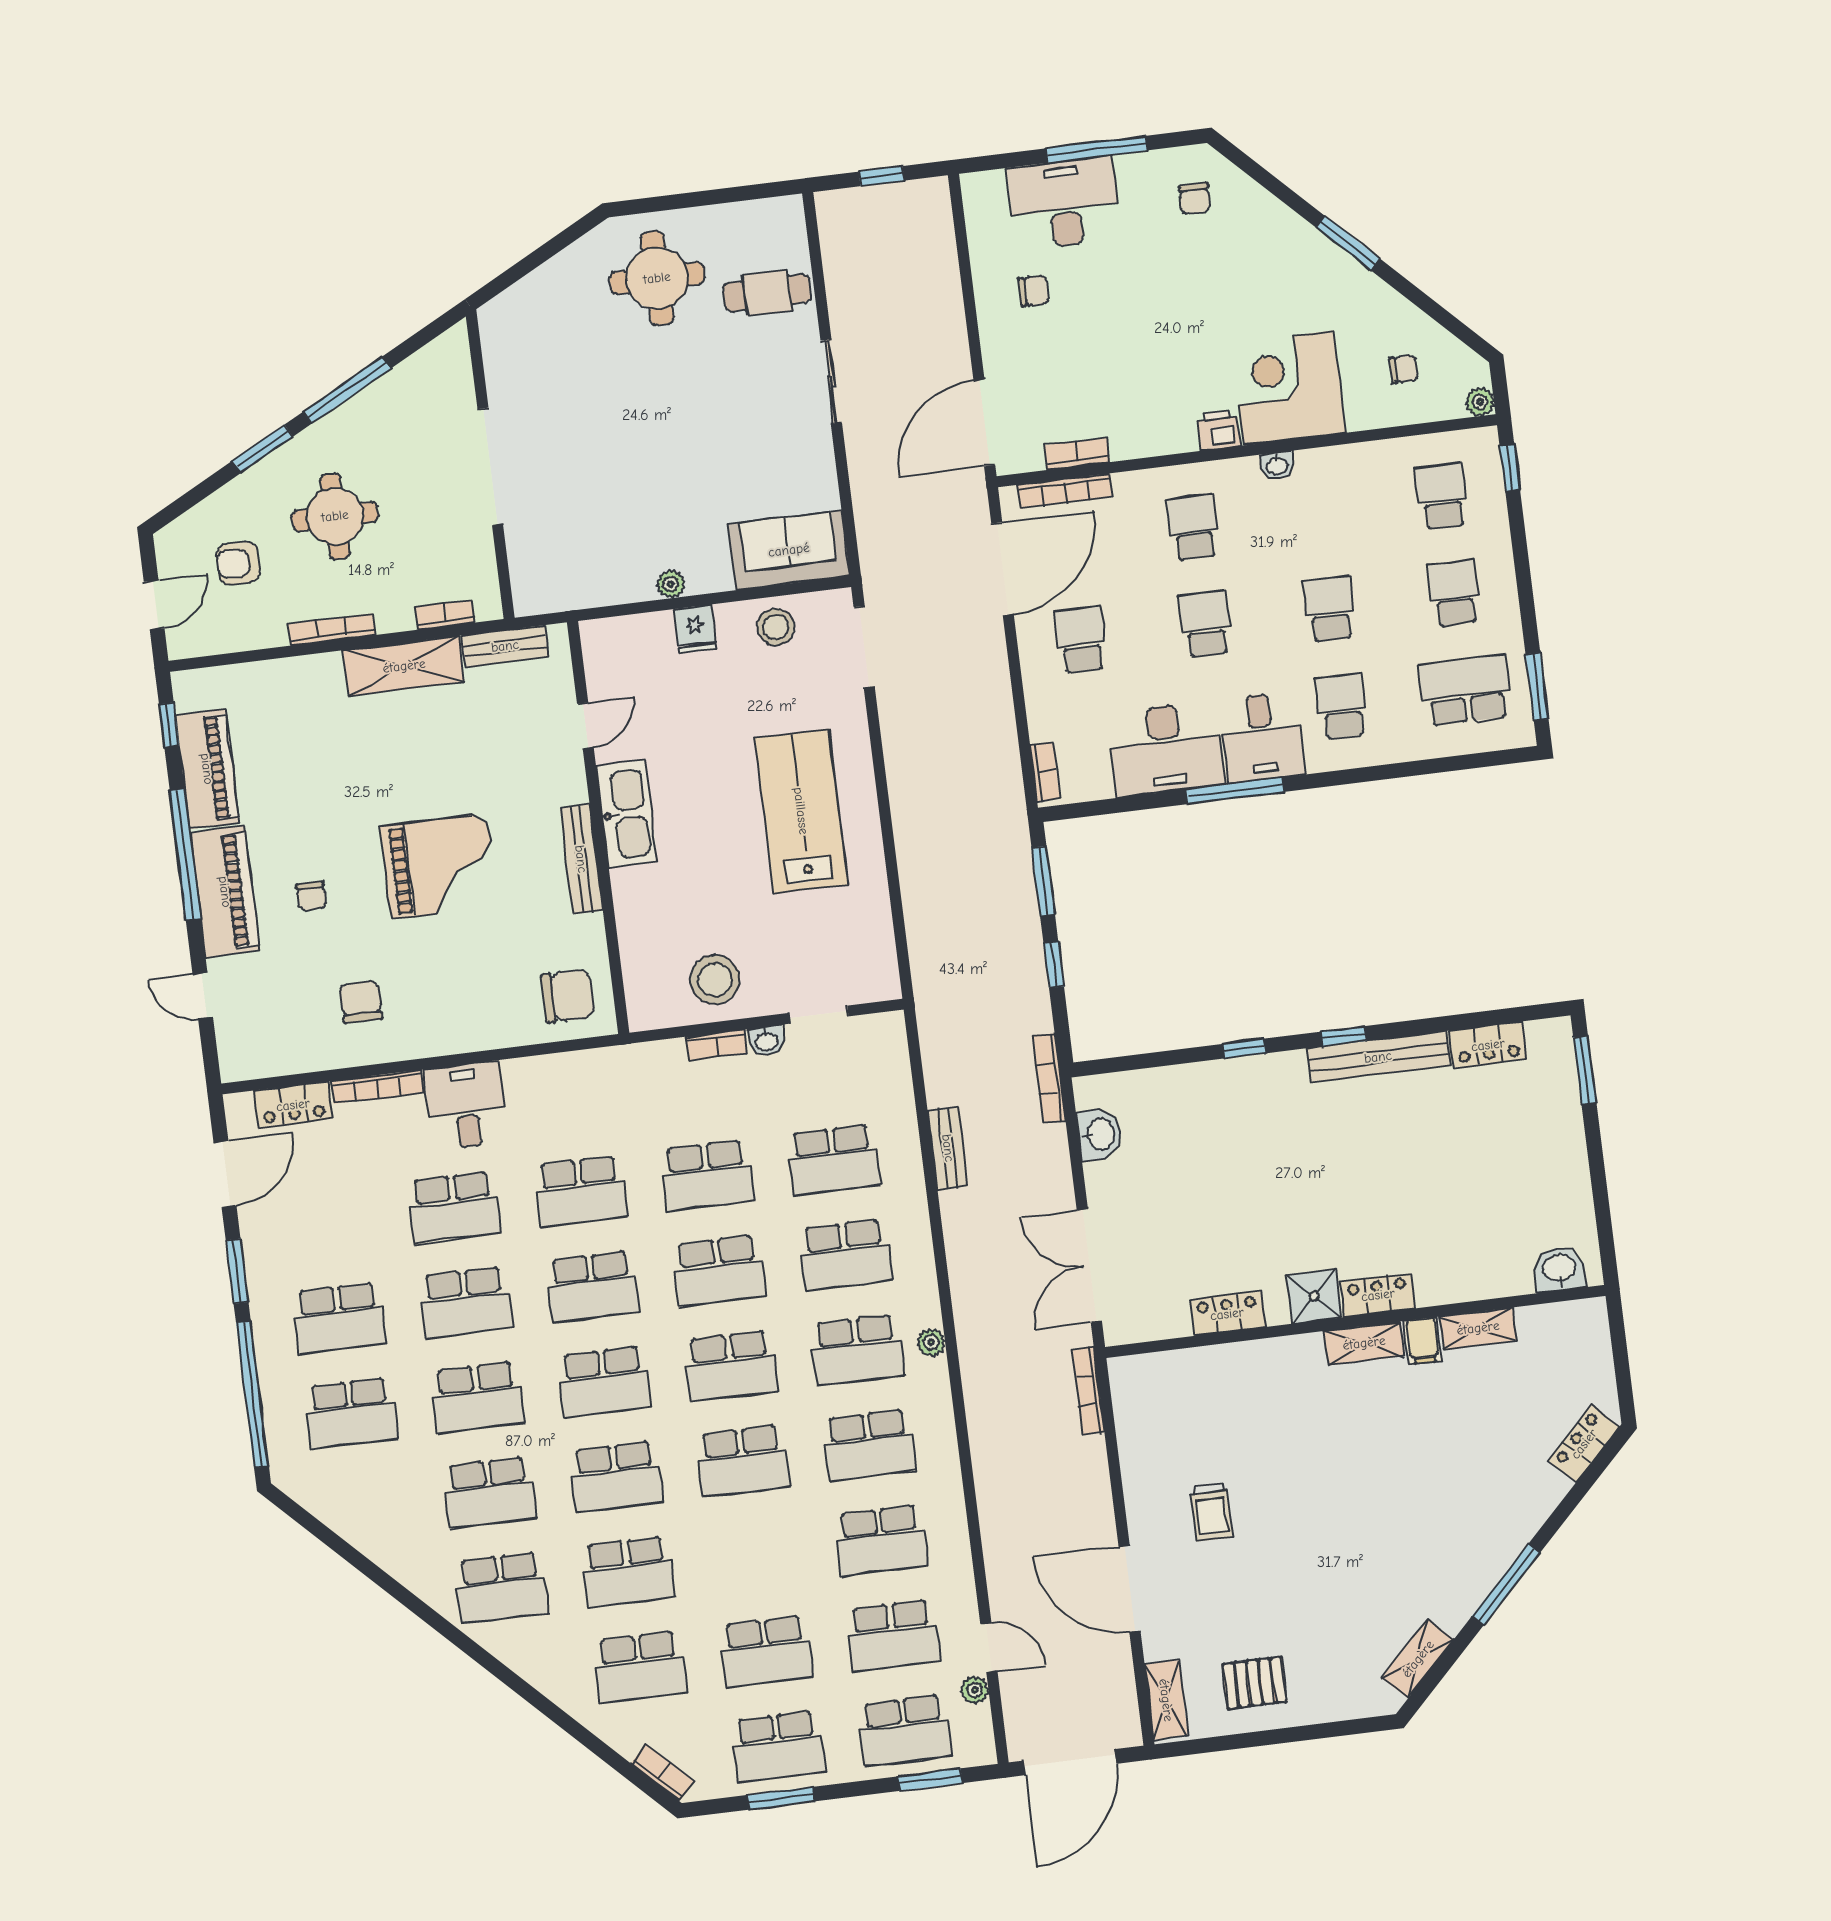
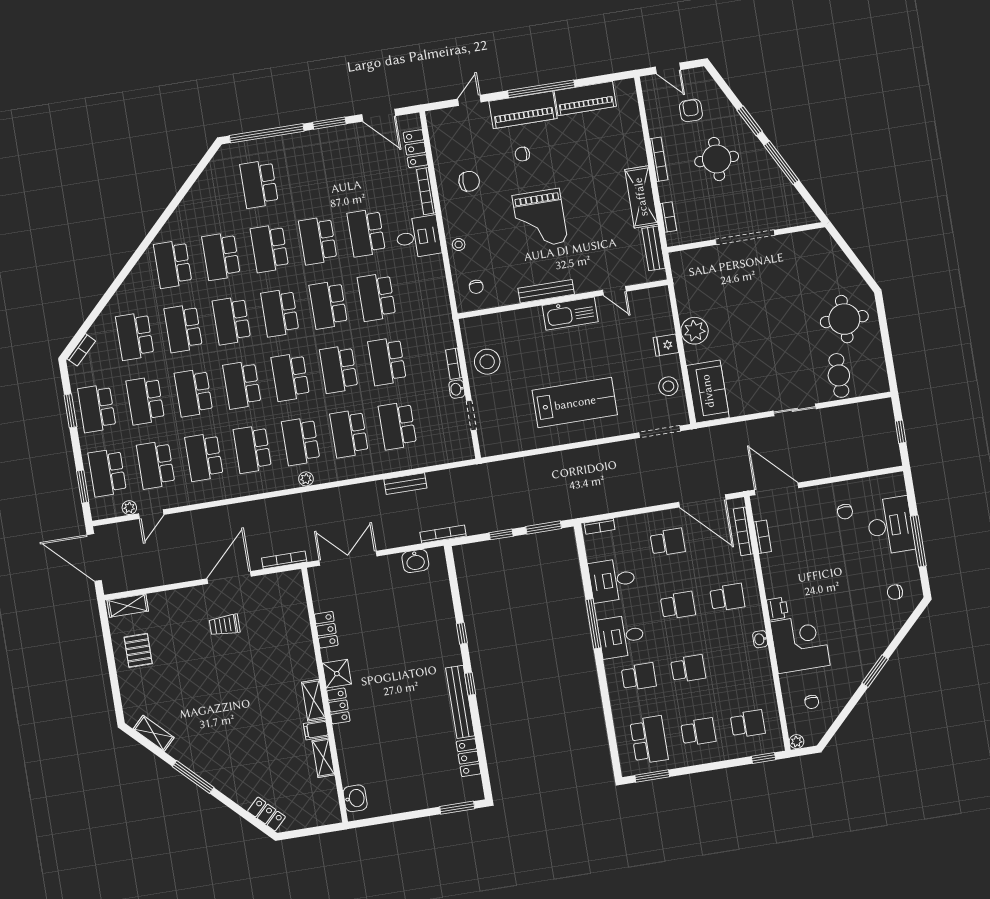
plant: (671, 584) -> (695, 331), width x1.88, depth x1.88
window: (169, 725) -> (607, 78), removed
desk: (1166, 749) -> (612, 580), width x0.73
chair: (568, 996) -> (476, 287), width x0.54, depth x0.54
stool: (484, 1027) -> (459, 244), added
school desk: (339, 1318) -> (194, 393), moved
door: (1130, 1589) -> (229, 577), moved

